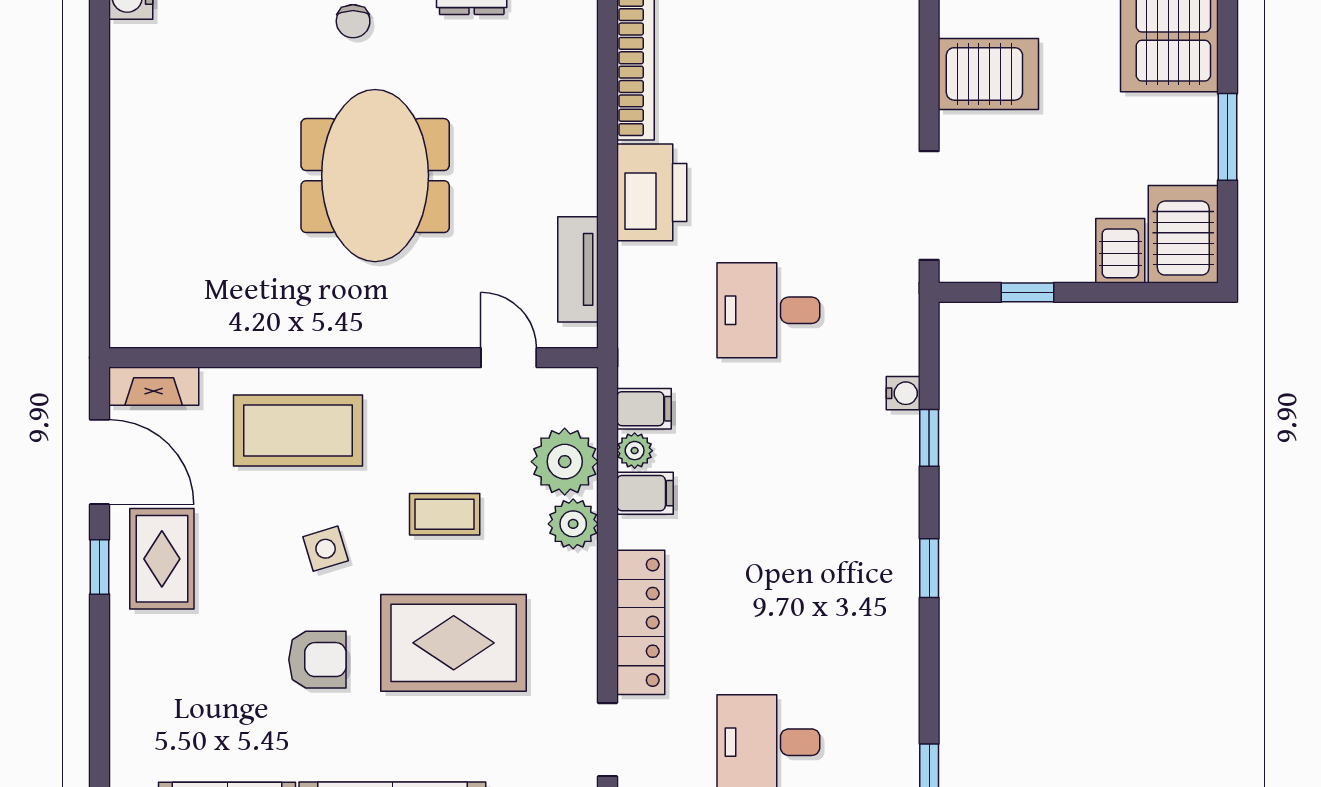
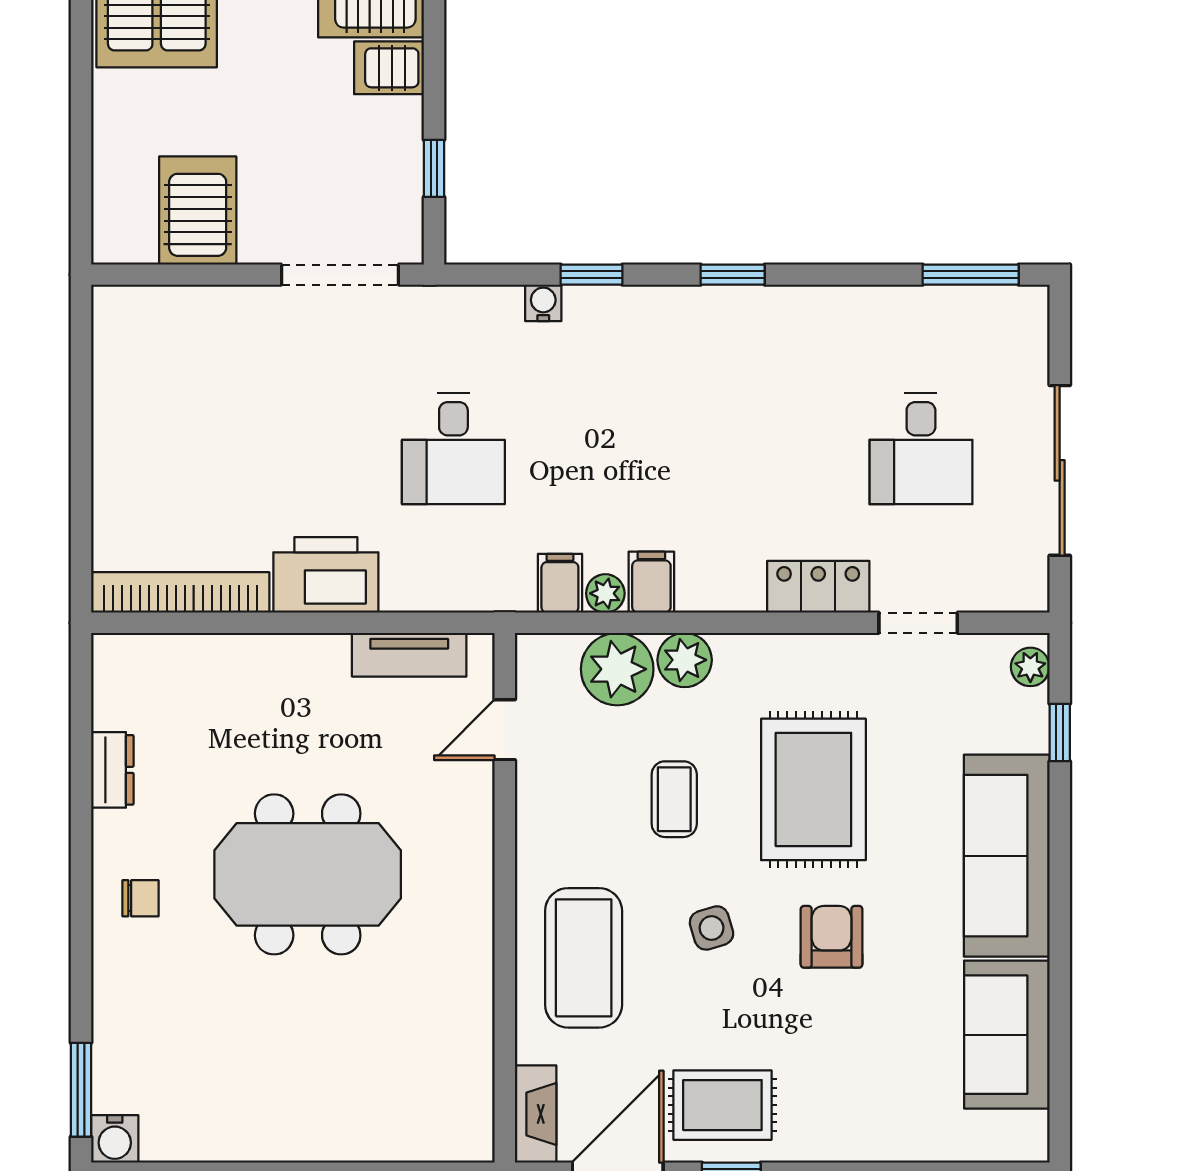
locker: (641, 622) -> (818, 587), width x0.66

